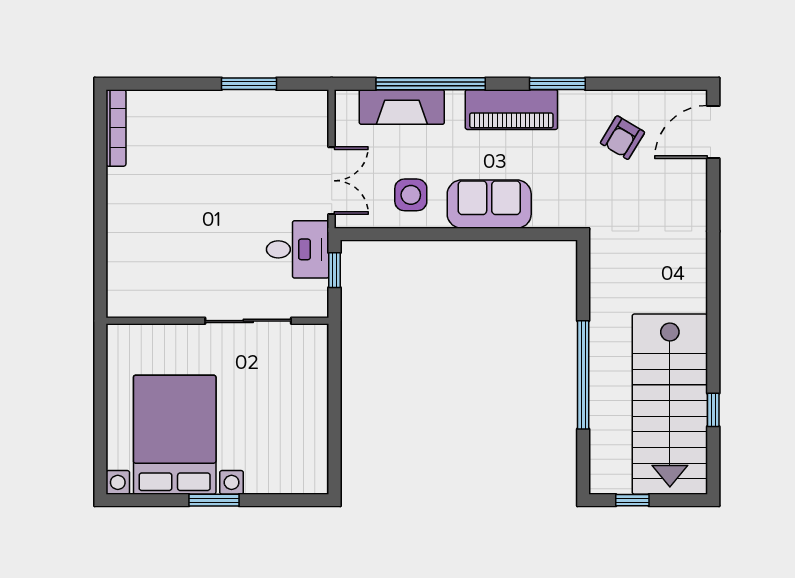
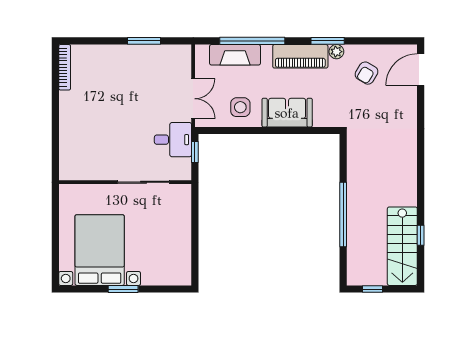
plant: (572, 102) -> (336, 52), added
stairs: (670, 404) -> (402, 246), width x0.73, depth x0.66

